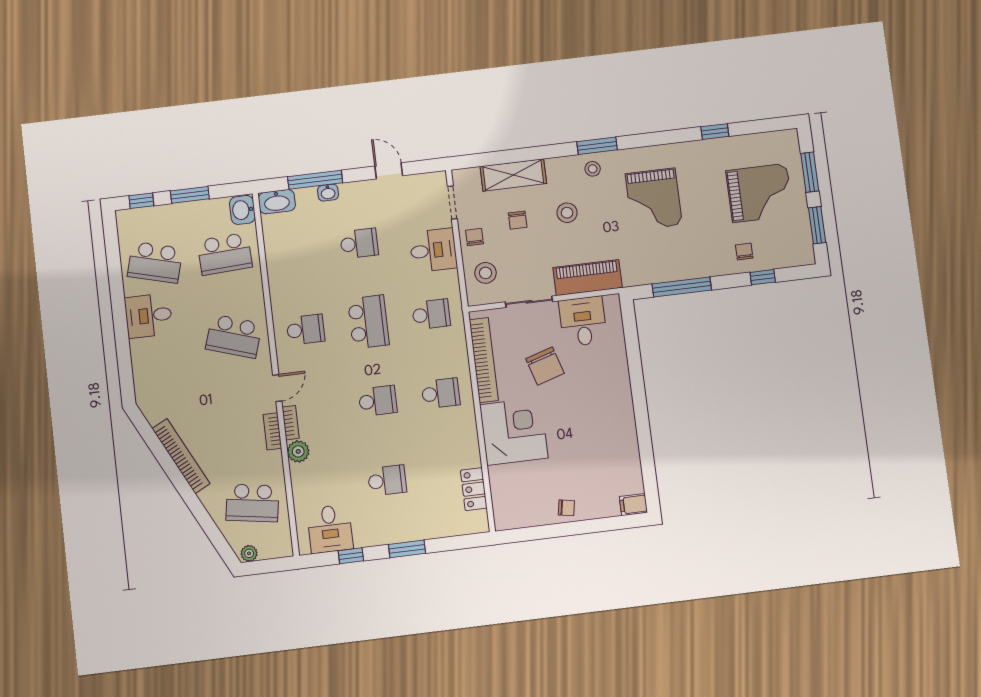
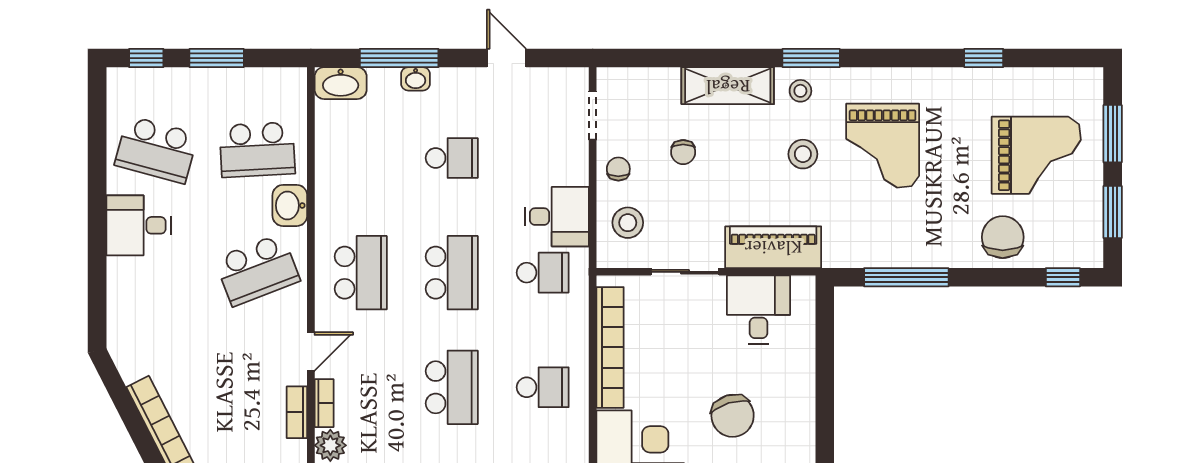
shelving: (513, 175) -> (728, 86), moved
washbasin: (242, 210) -> (290, 205), moved
stool: (567, 213) -> (803, 154), moved
desk: (433, 250) -> (557, 217), moved
chair: (744, 252) -> (1003, 237), width x1.87, depth x1.87
window: (763, 277) -> (1063, 277), moved
school desk: (306, 330) -> (361, 273), width x1.85
school desk: (234, 336) -> (257, 270), turned -39
chair: (545, 366) -> (733, 416), moved
school desk: (378, 401) -> (452, 387), width x1.85

